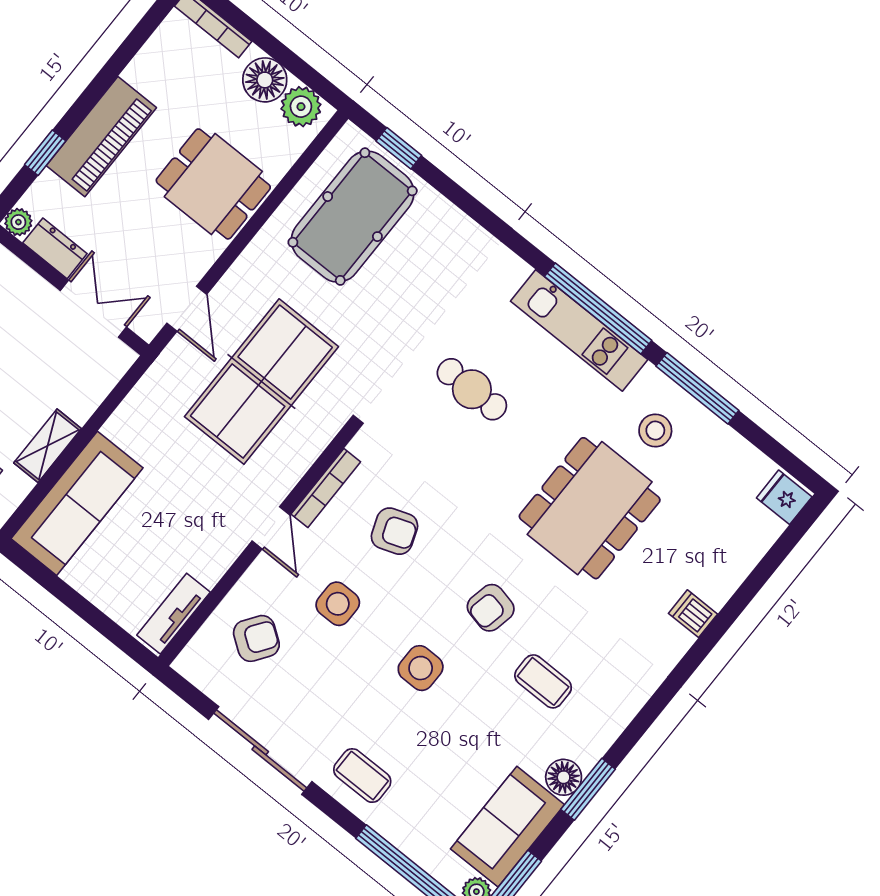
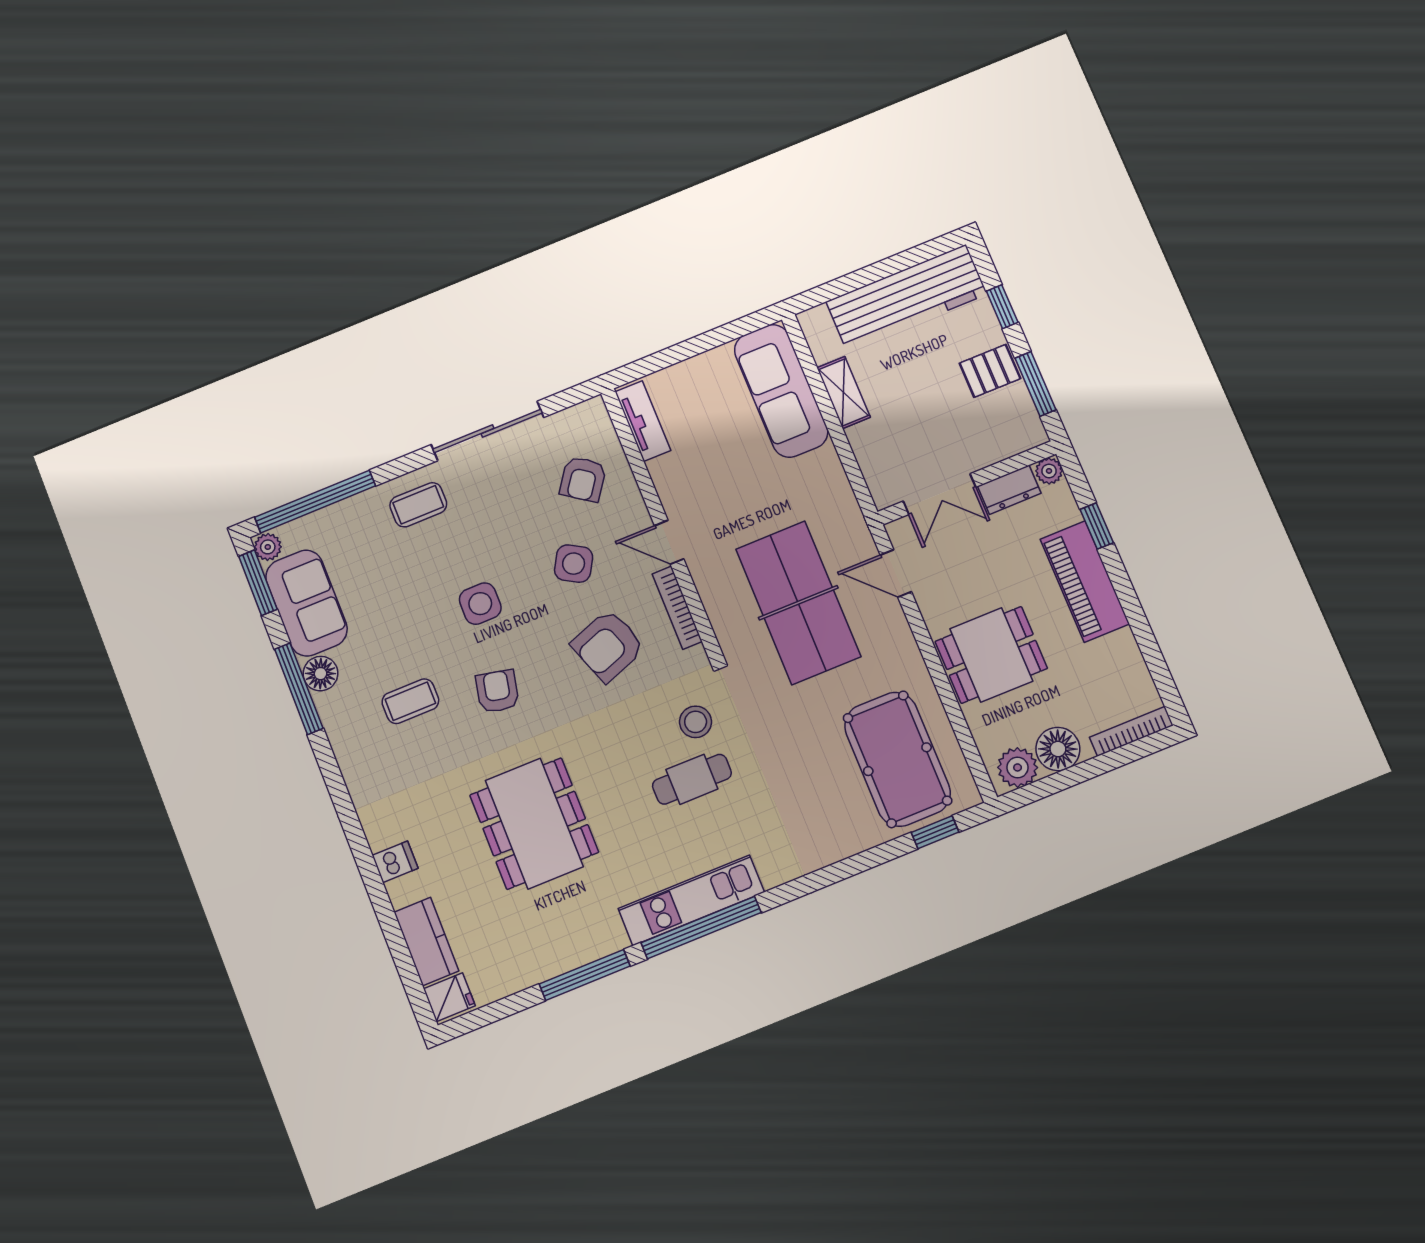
stool: (655, 431) -> (696, 722), moved
armchair: (394, 531) -> (608, 646), width x1.38, depth x1.38
kitchen counter: (747, 546) -> (426, 942), added
side table: (338, 604) -> (574, 564), turned 30
window: (588, 789) -> (299, 689), width x1.44

